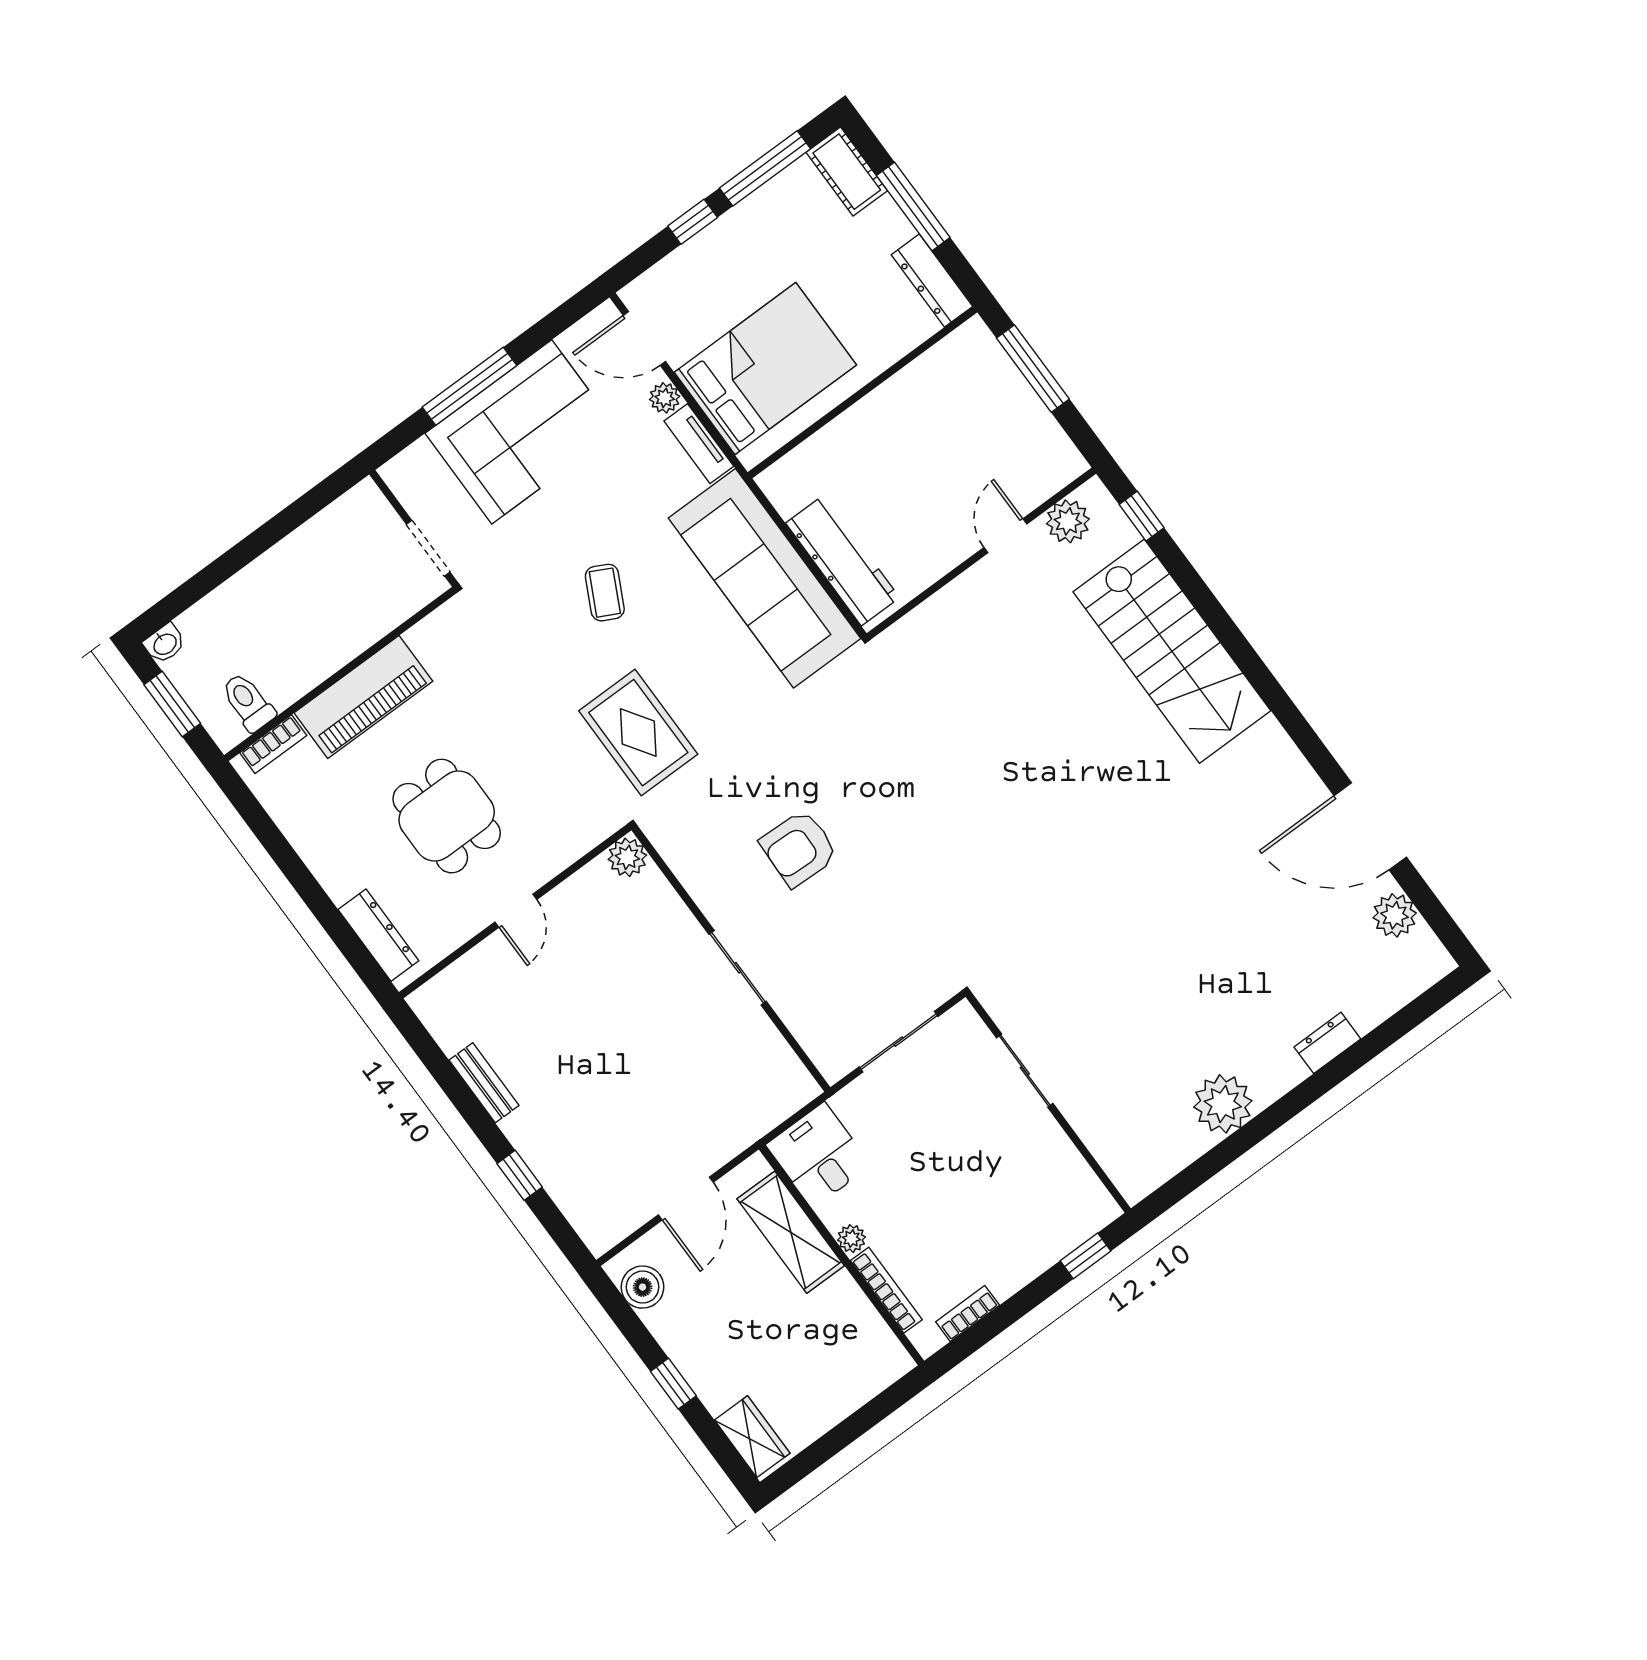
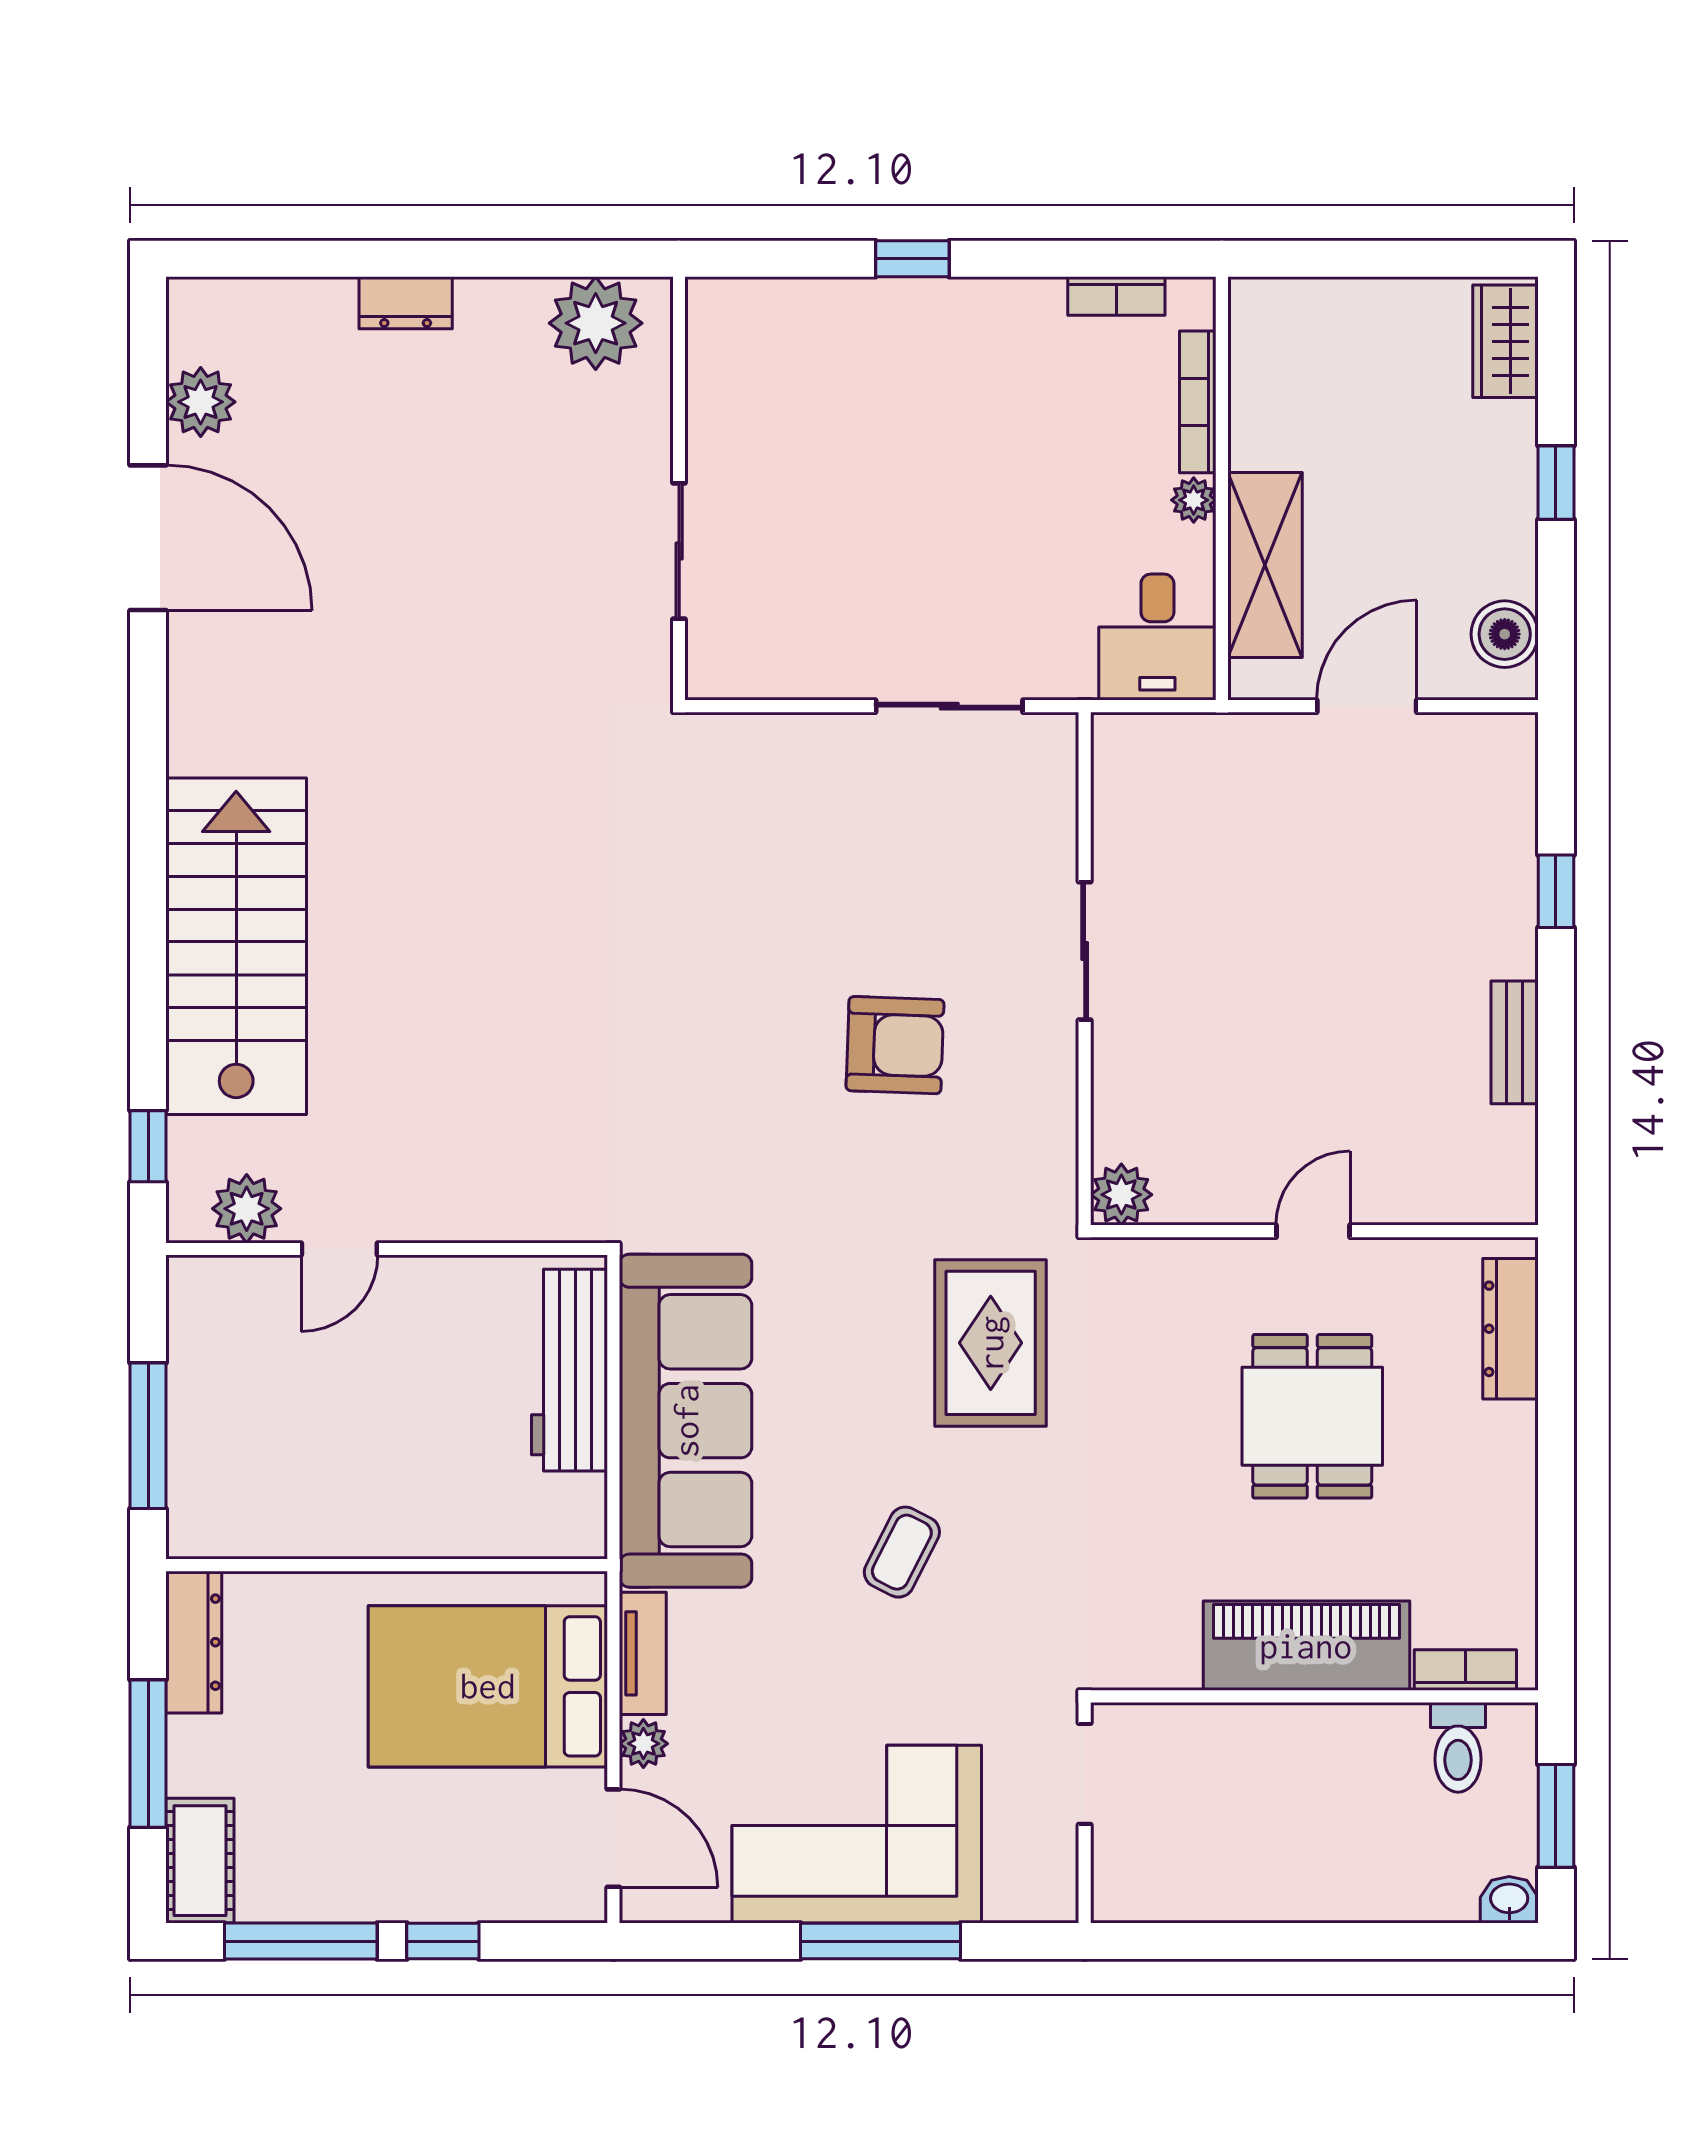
sliding door: (1025, 1071) -> (679, 551), moved
wall: (1048, 1103) -> (679, 488), moved

